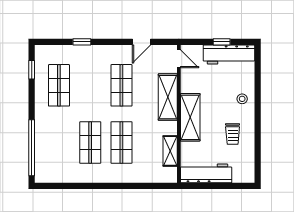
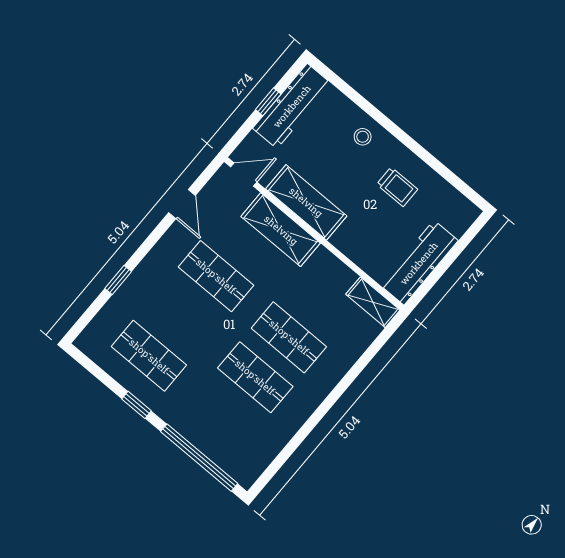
window: (32, 70) -> (136, 405), moved
shelving: (190, 117) -> (306, 202), moved
shelving: (170, 151) -> (373, 302), moved

